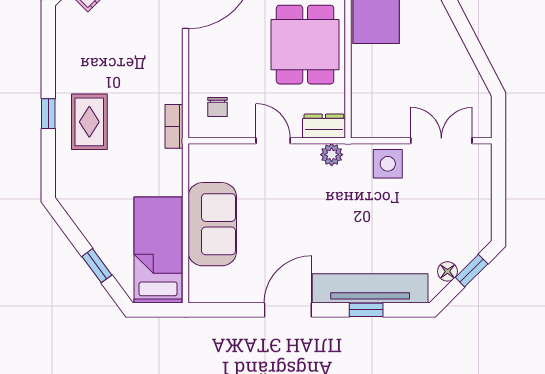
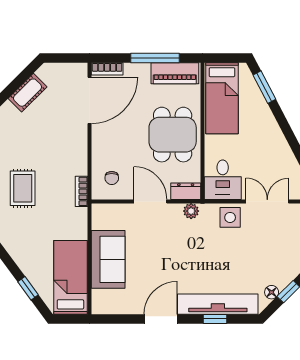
desk: (377, 110) -> (223, 180), added
door: (273, 141) -> (150, 201), width x1.38

